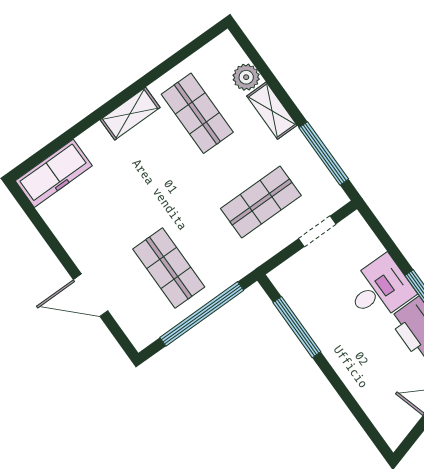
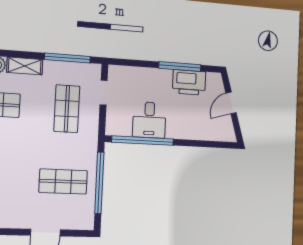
desk: (380, 289) -> (149, 120), moved, turned 180
window: (297, 327) -> (143, 141), width x1.46

